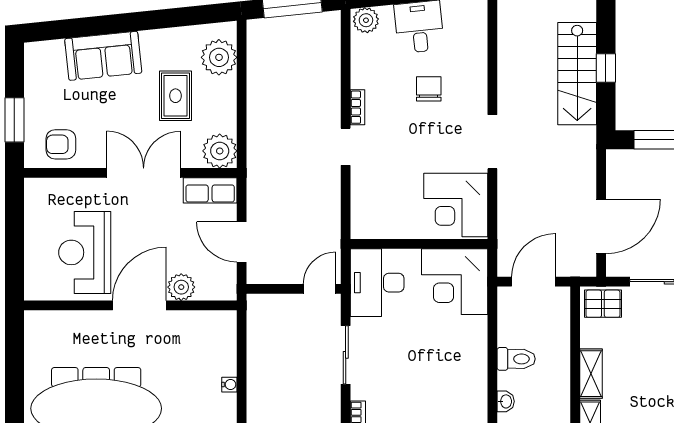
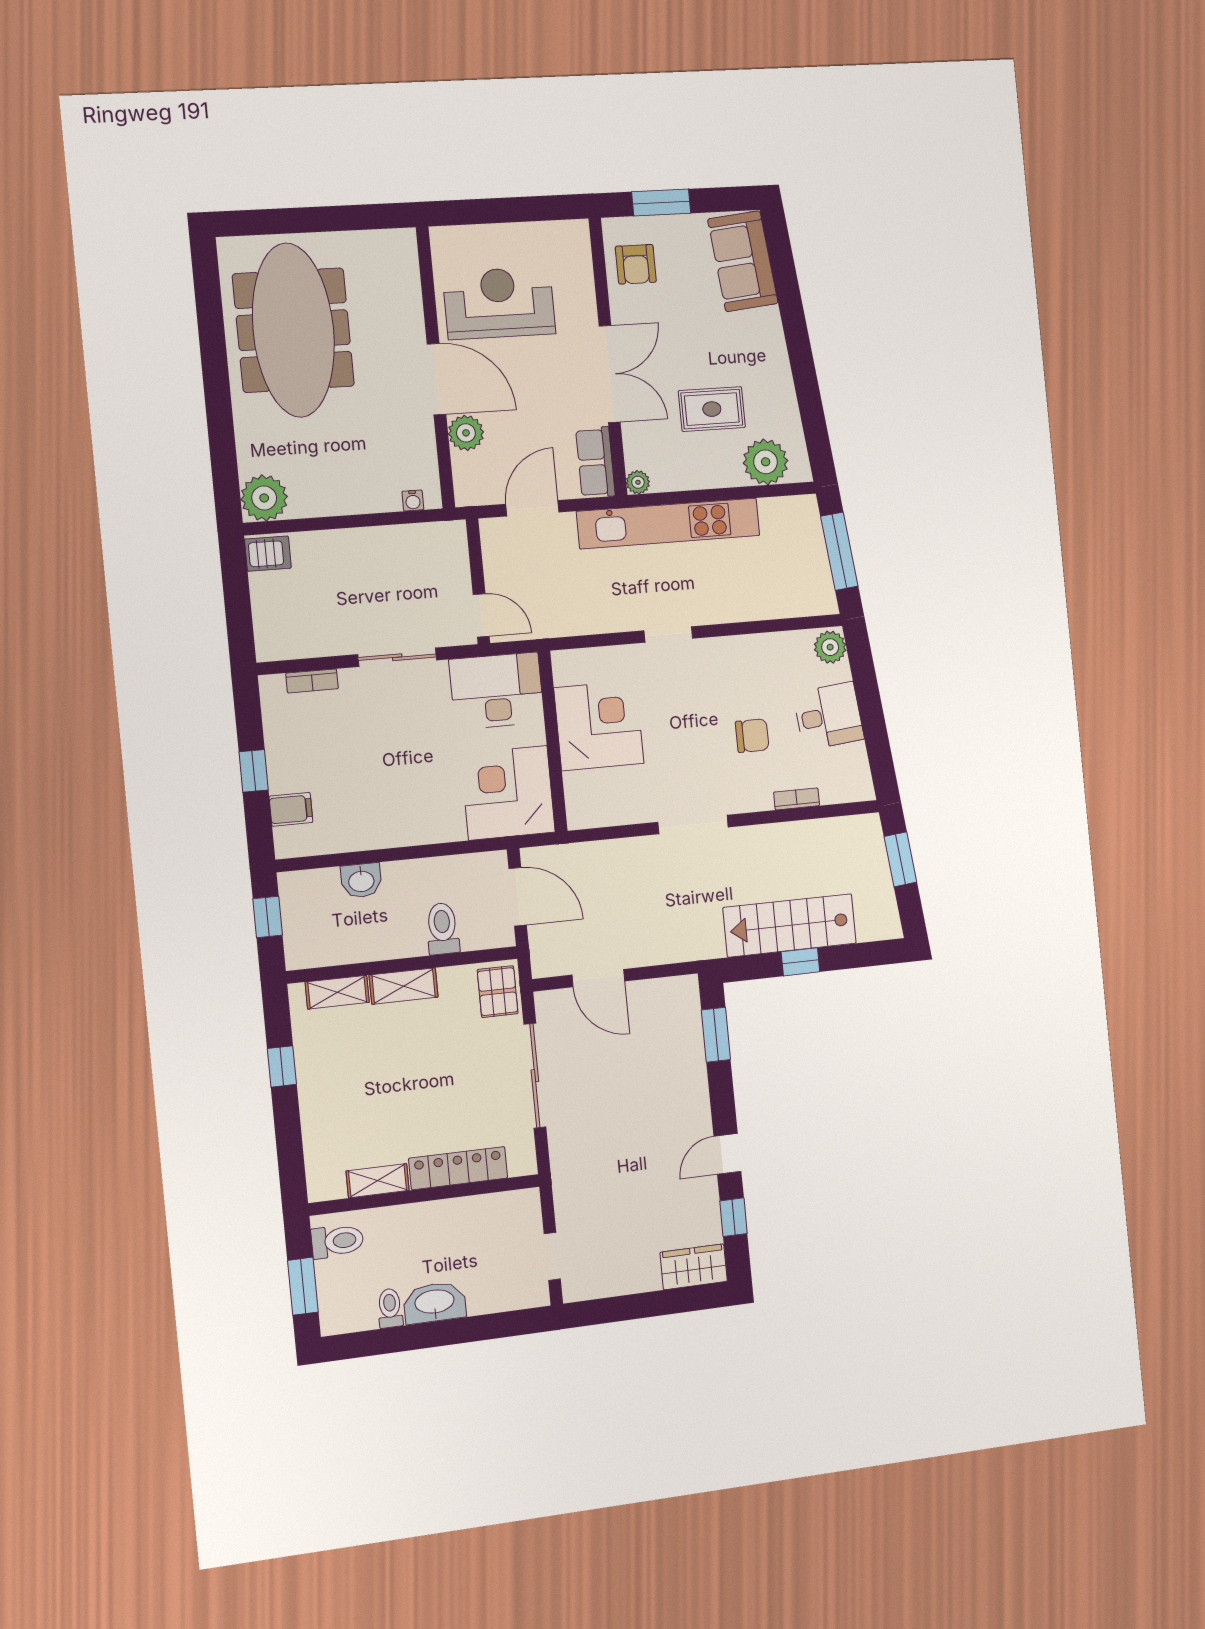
sofa: (103, 56) -> (743, 261), moved
bookcase: (357, 107) -> (797, 799), moved, turned 180
kitchen unit: (261, 138) -> (669, 523), added
armchair: (61, 144) -> (636, 264), turned 180
plant: (220, 151) -> (638, 482), width x0.53, depth x0.53
corner desk: (456, 205) -> (599, 726), moved, turned 90
door: (601, 226) -> (598, 978), width x0.73
toilet: (516, 359) -> (443, 929), moved, turned 180
water cooler: (229, 385) -> (413, 501), moved
washbasin: (506, 401) -> (361, 880), width x1.38, depth x1.45

